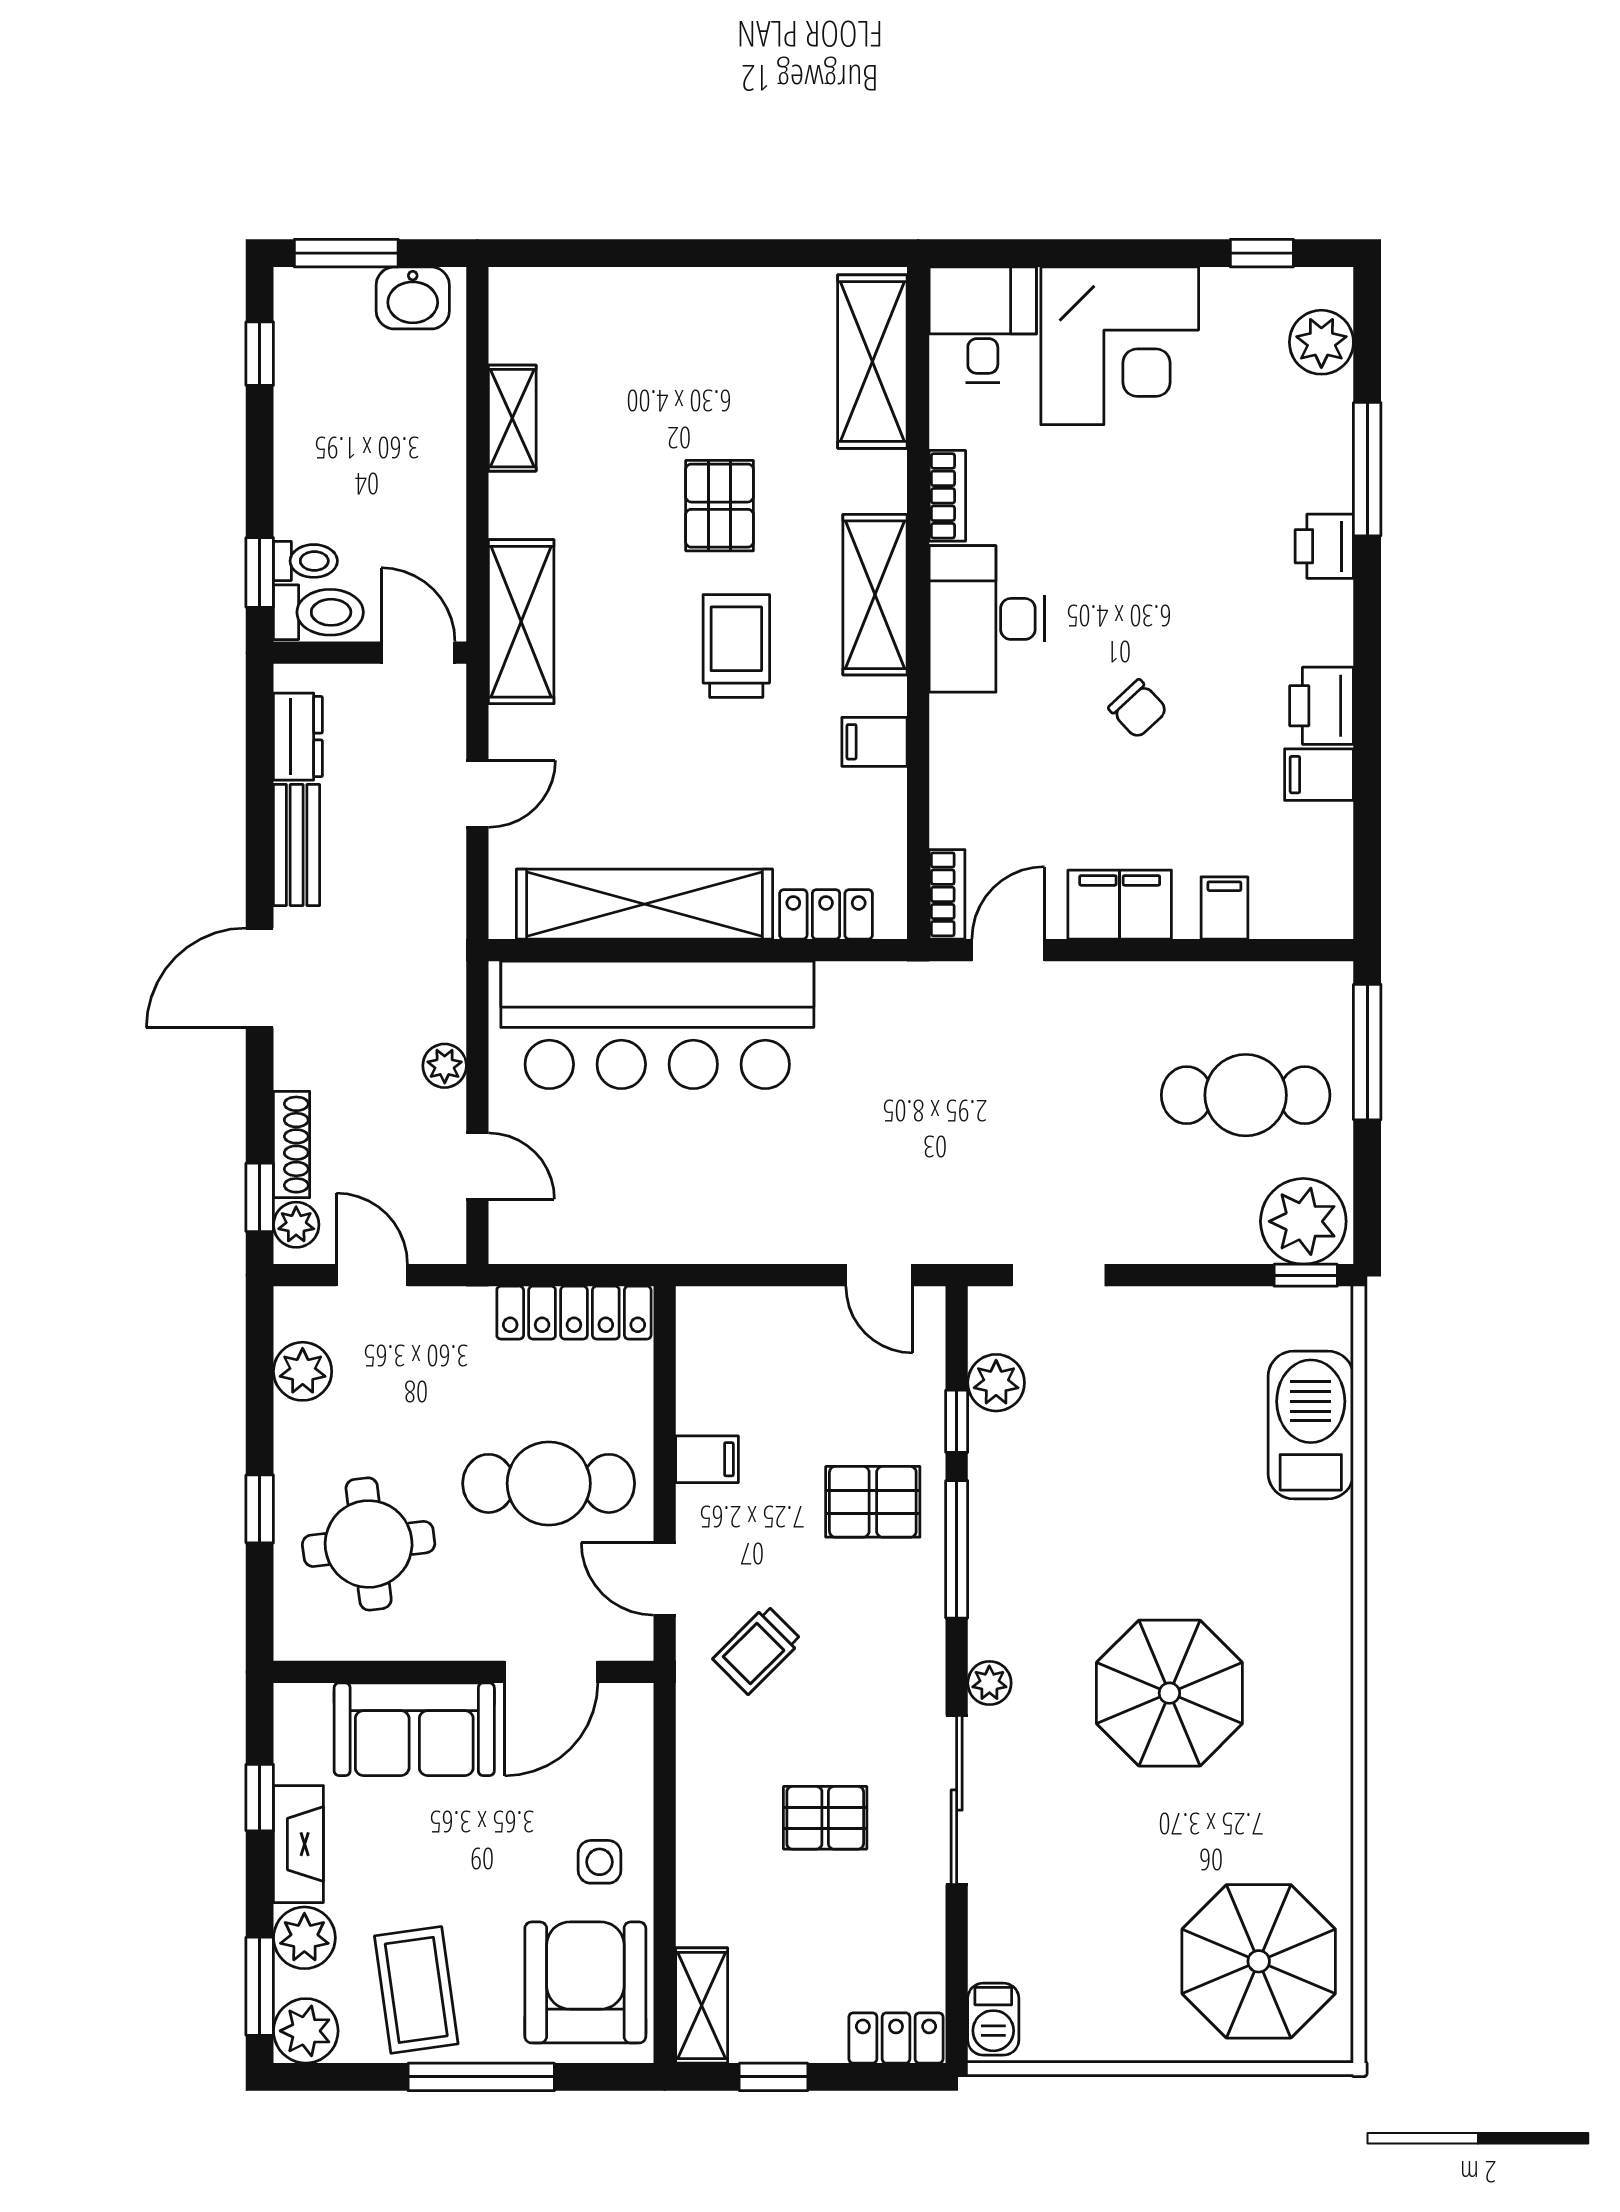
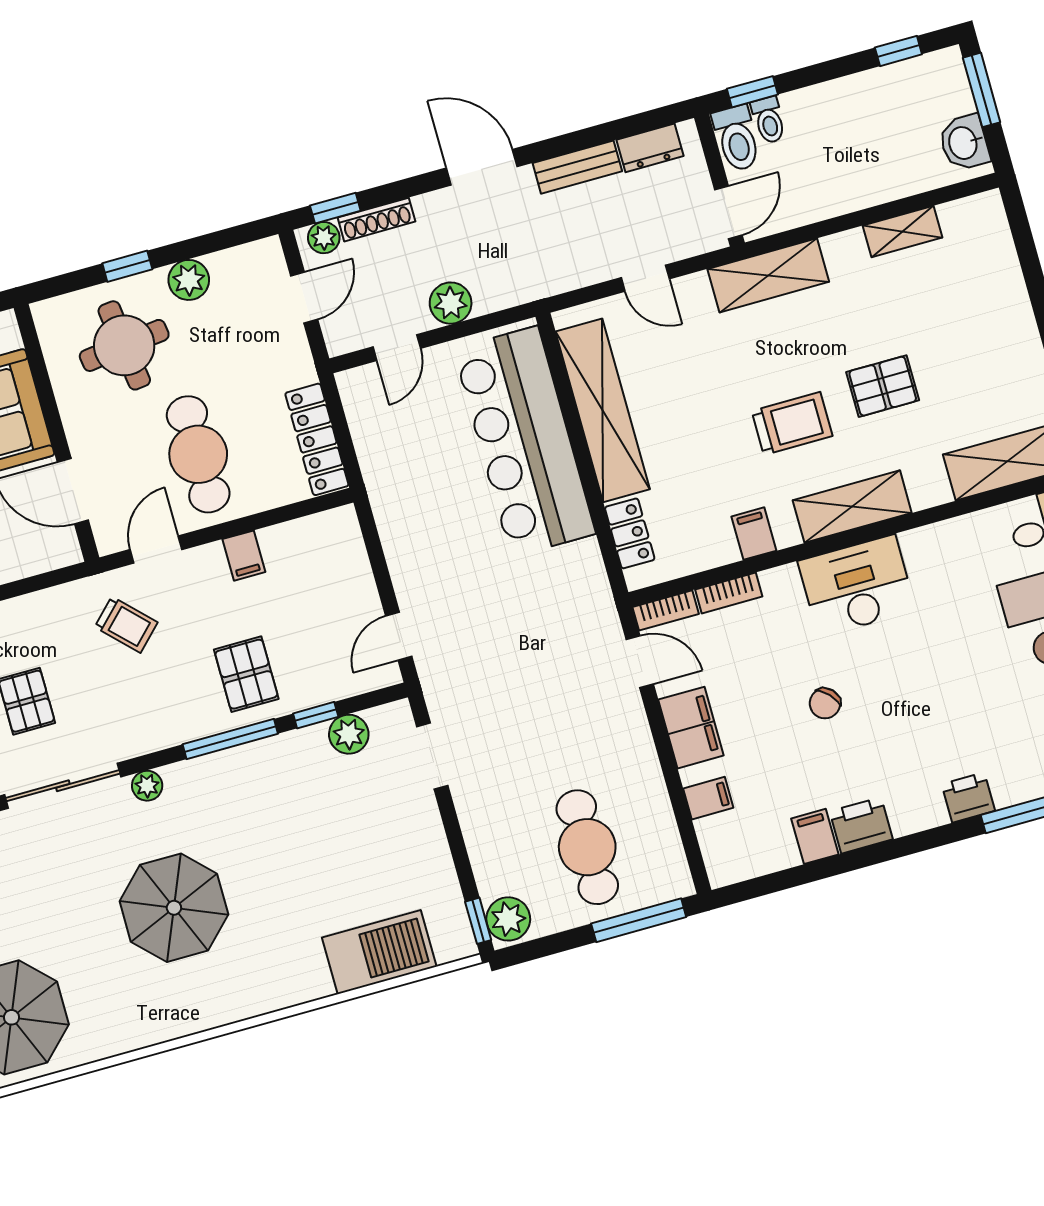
bookcase: (947, 496) -> (729, 593), moved
plant: (445, 1066) -> (451, 303), width x1.38, depth x1.38
plant: (1303, 1221) -> (508, 919), width x0.73, depth x0.73
plant: (303, 1371) -> (189, 280), moved
trolley: (757, 1650) -> (126, 625), turned 180

